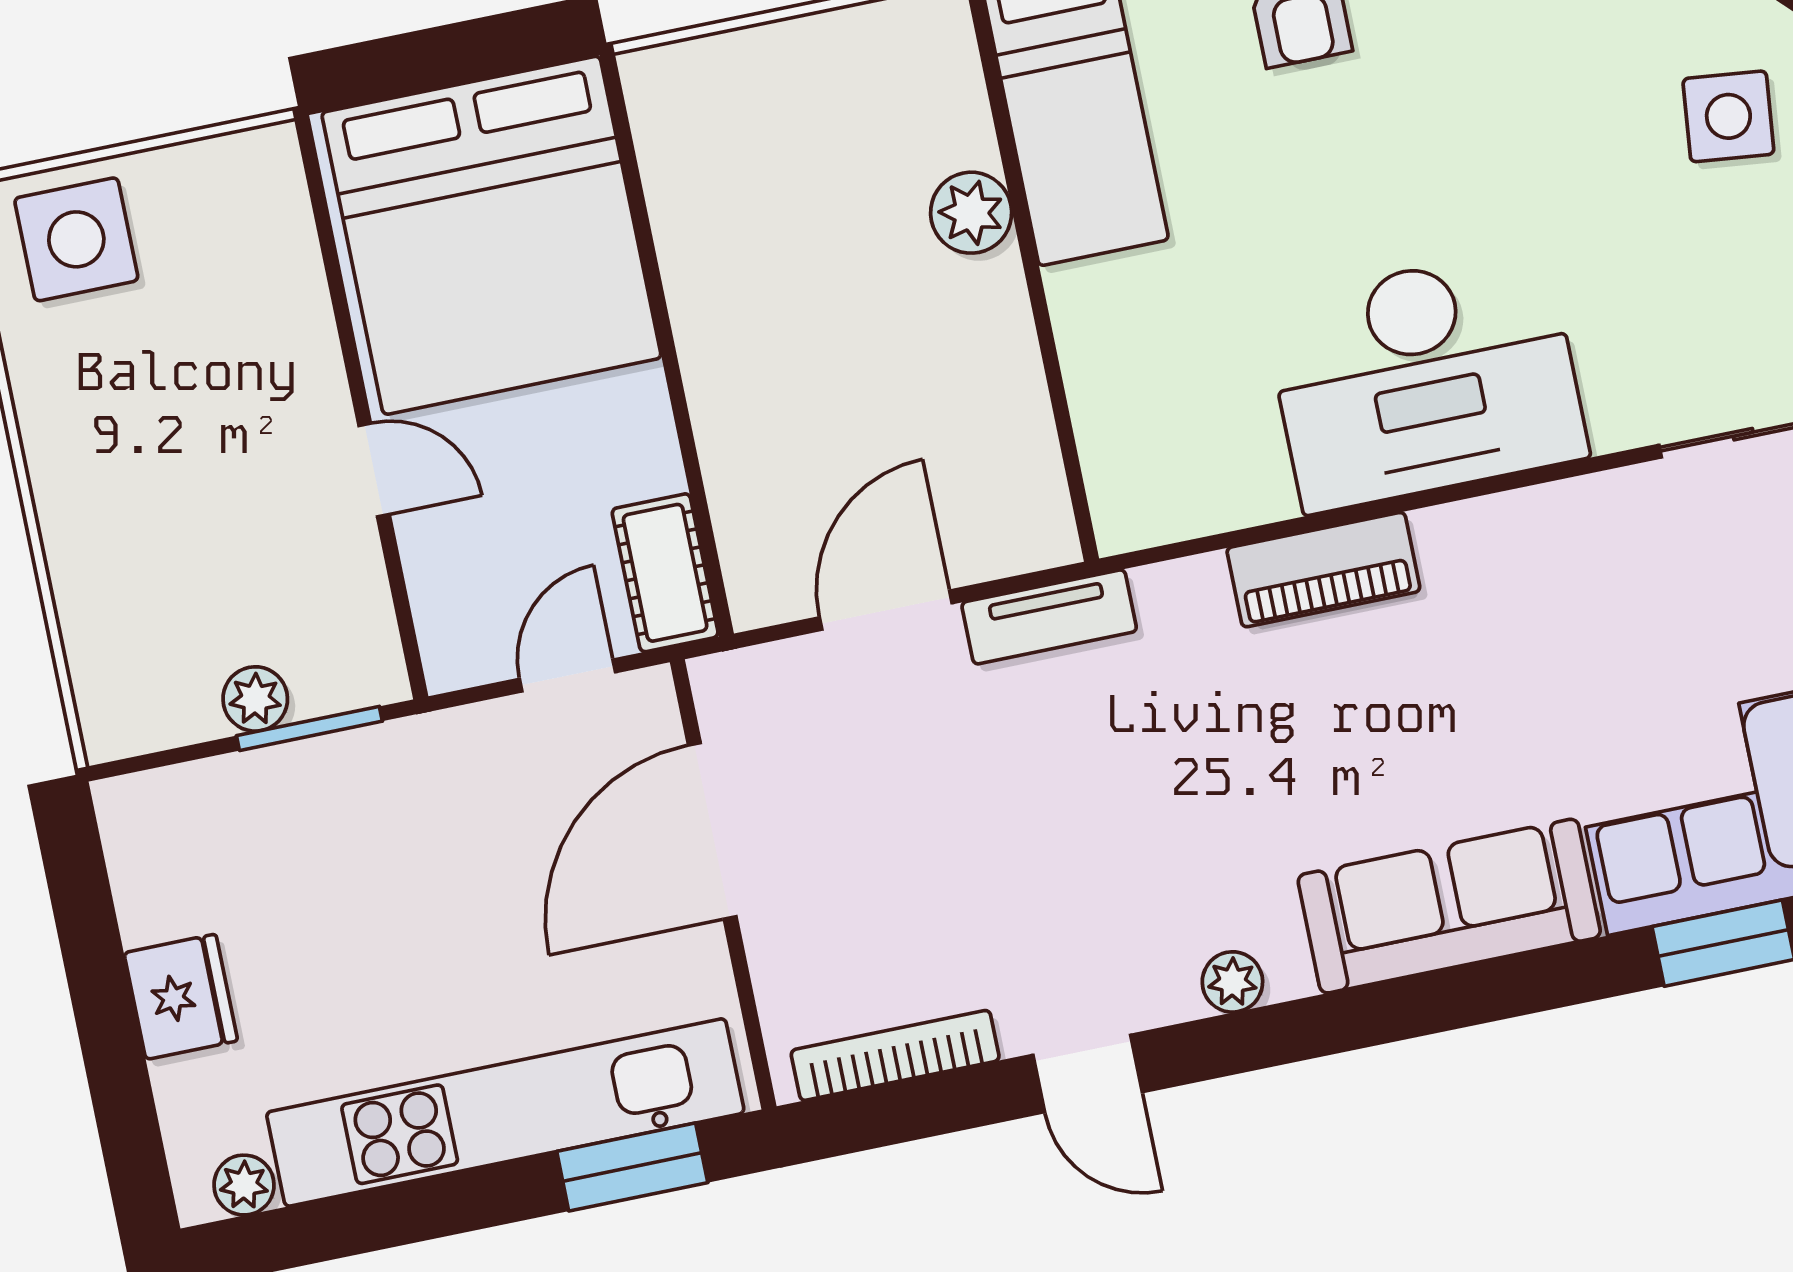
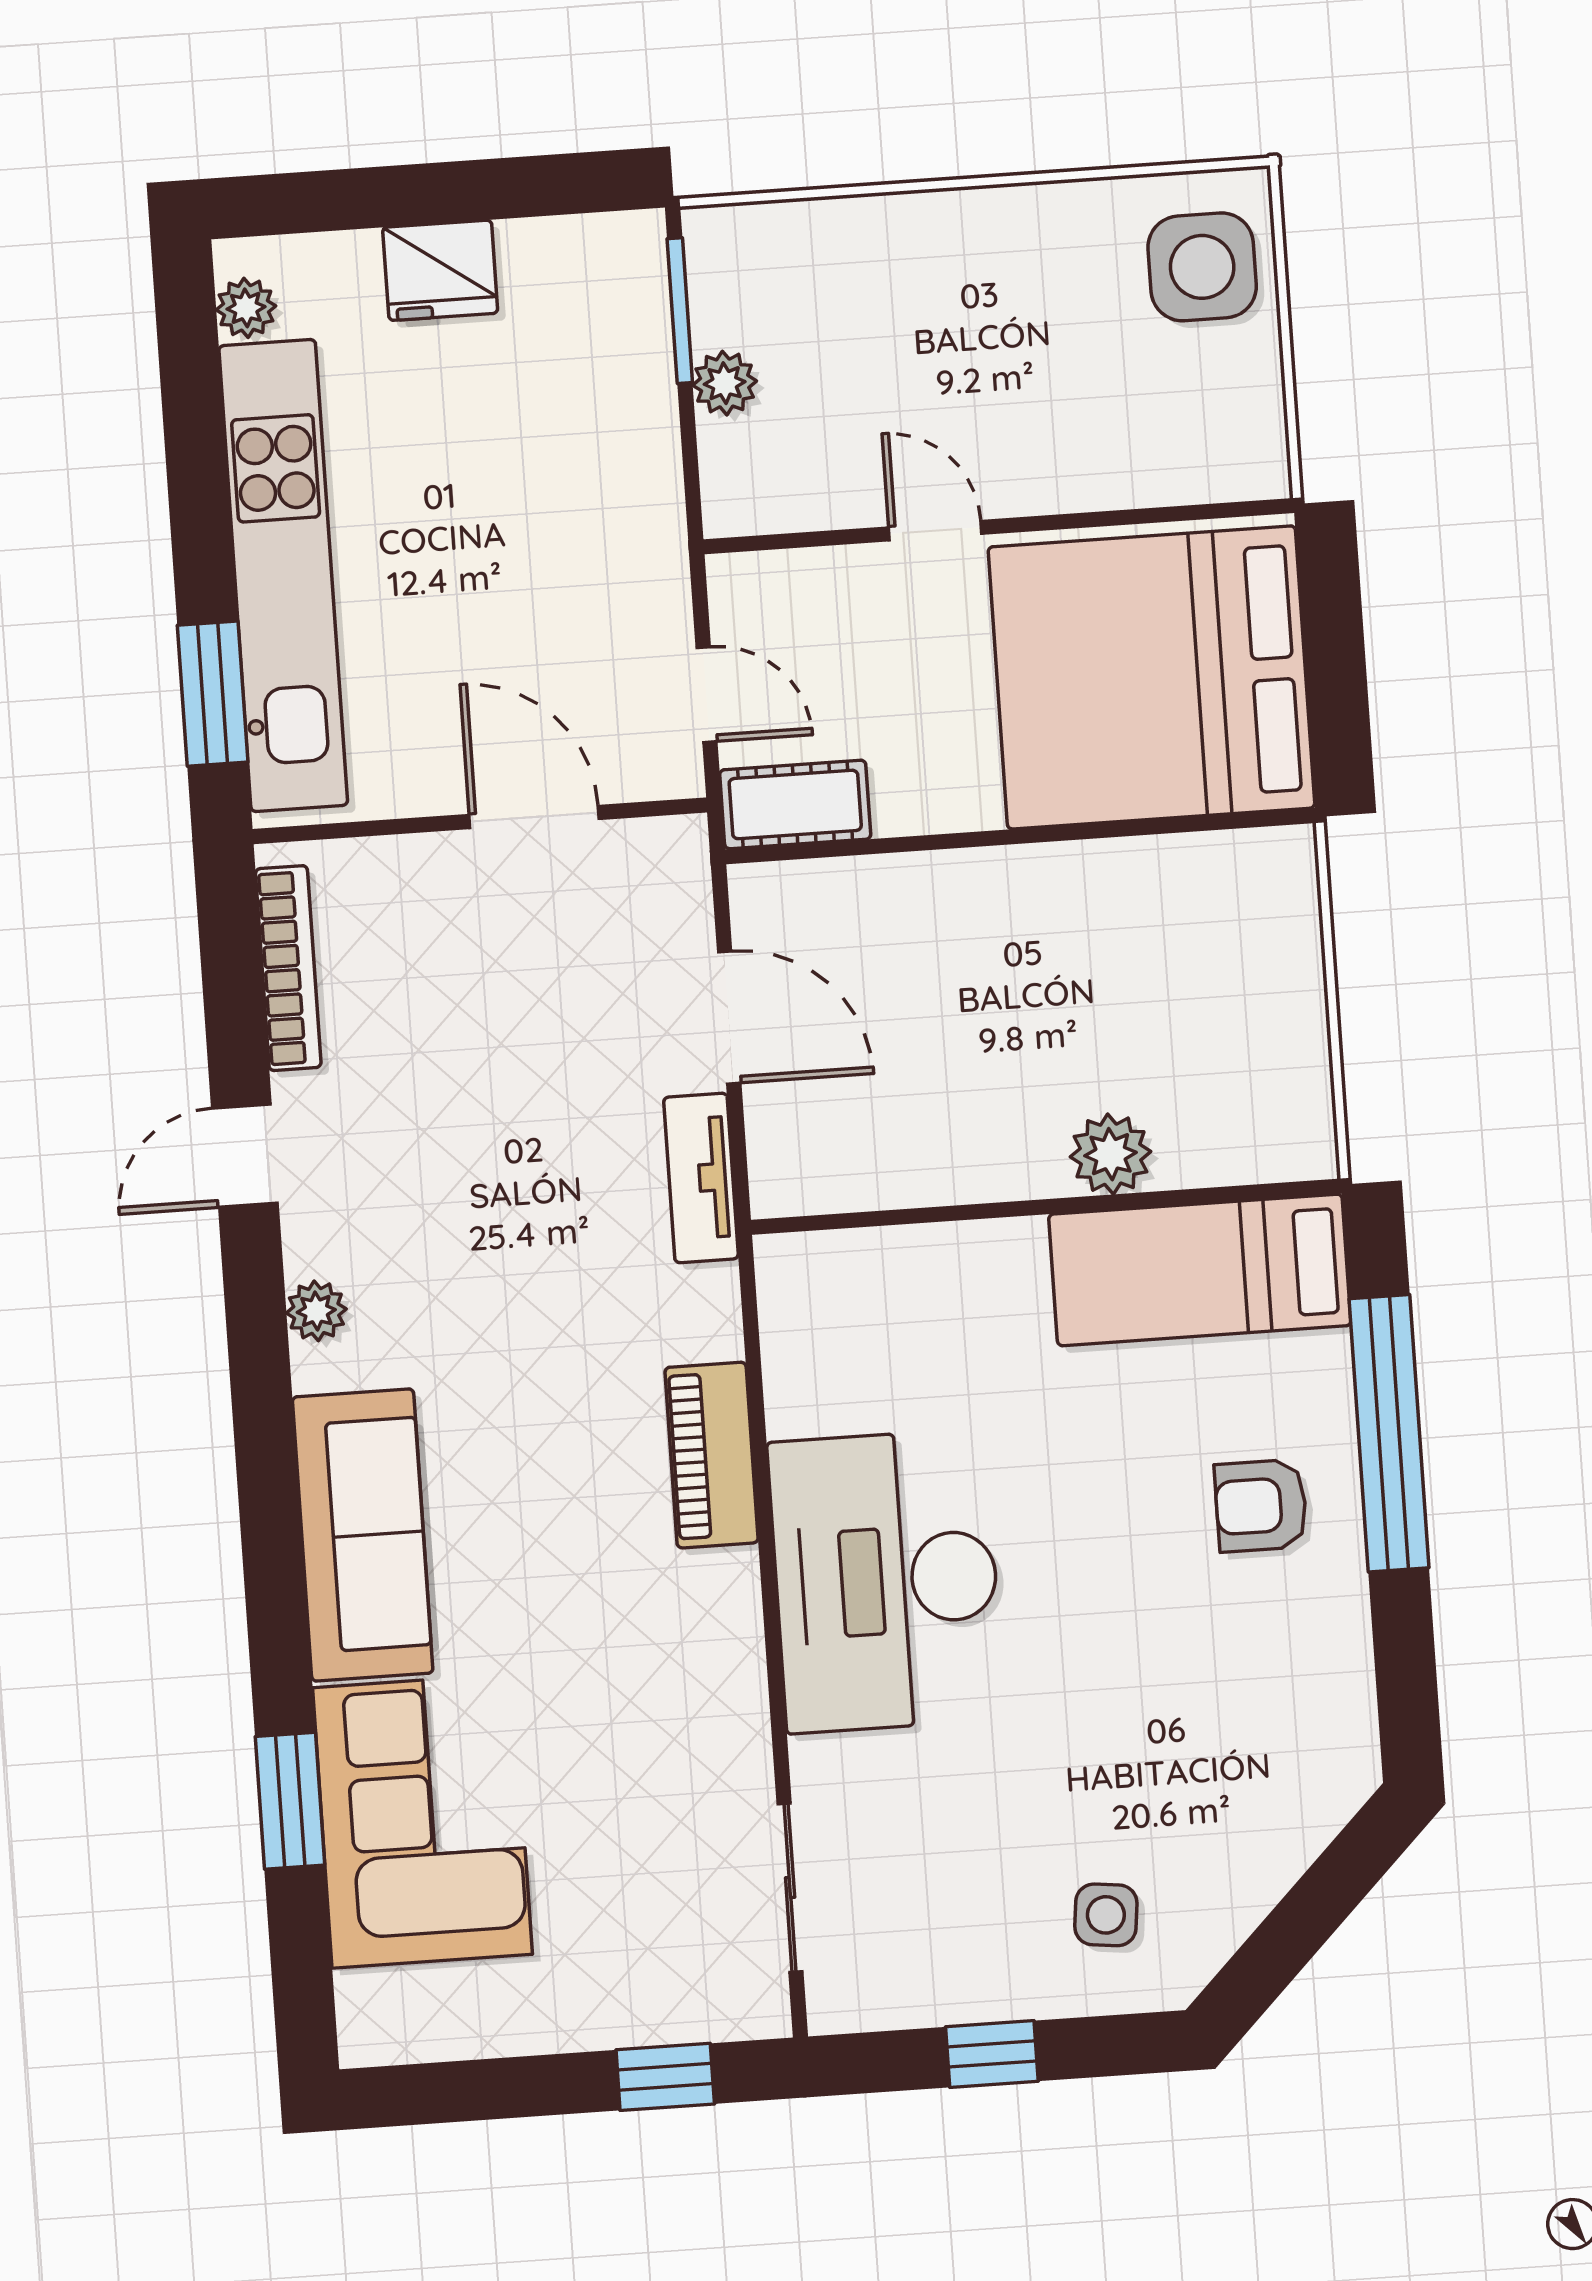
side table: (1728, 116) -> (1106, 1915), width x0.73, depth x0.73
door: (374, 470) -> (935, 531), swing flipped
window: (309, 728) -> (680, 311), moved
door: (712, 831) -> (534, 817), width x0.73

